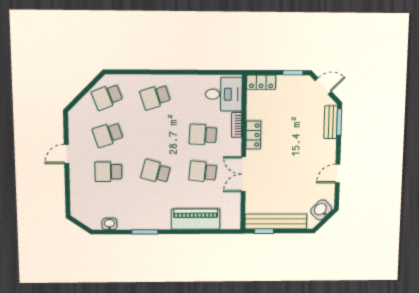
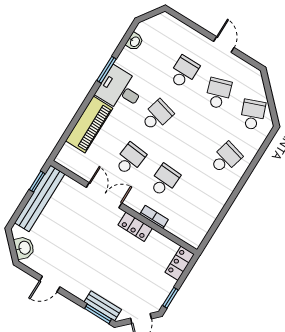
desk: (224, 94) -> (120, 90), moved, turned 90
school desk: (155, 97) -> (226, 158), turned 33
door: (338, 174) -> (50, 284), swing flipped

